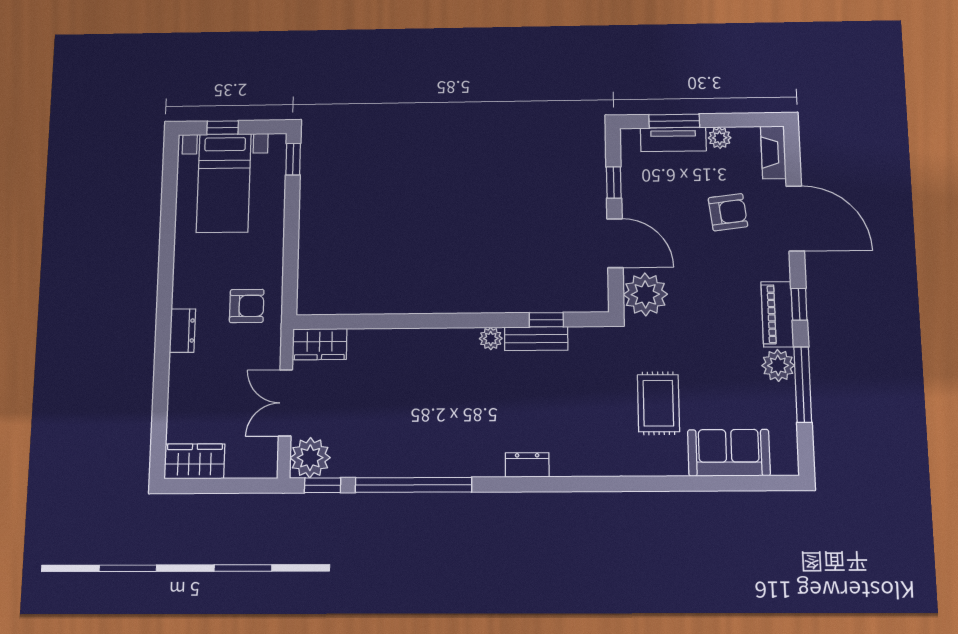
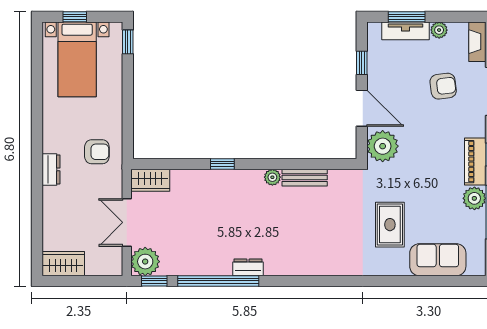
window: (546, 320) -> (222, 164), moved
dresser: (527, 465) -> (248, 267), moved

